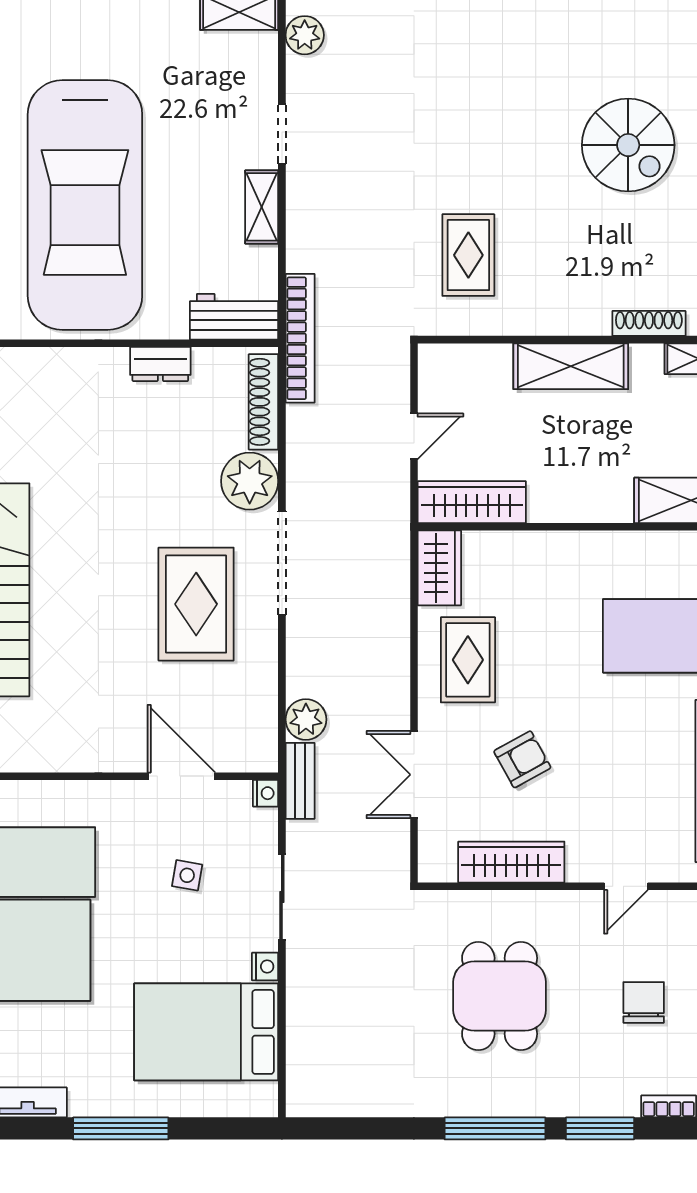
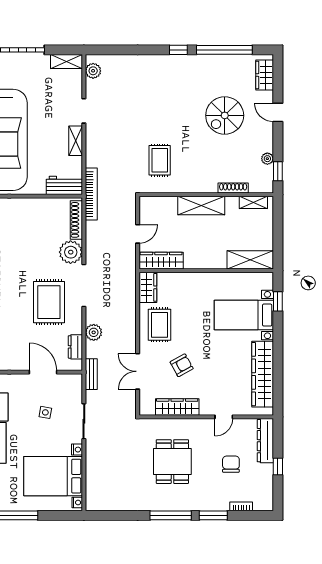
spiral stairs: (628, 145) -> (225, 115), turned 90
dresser: (160, 364) -> (75, 347), moved, turned 90
plant: (306, 719) -> (94, 332), moved
nightstand: (266, 793) -> (77, 503), moved

